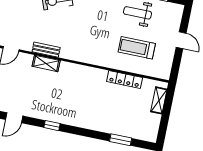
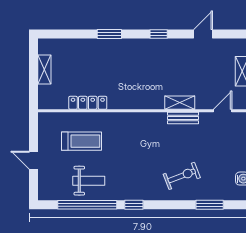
shelving: (159, 100) -> (44, 70), moved
window: (121, 140) -> (109, 34), moved

